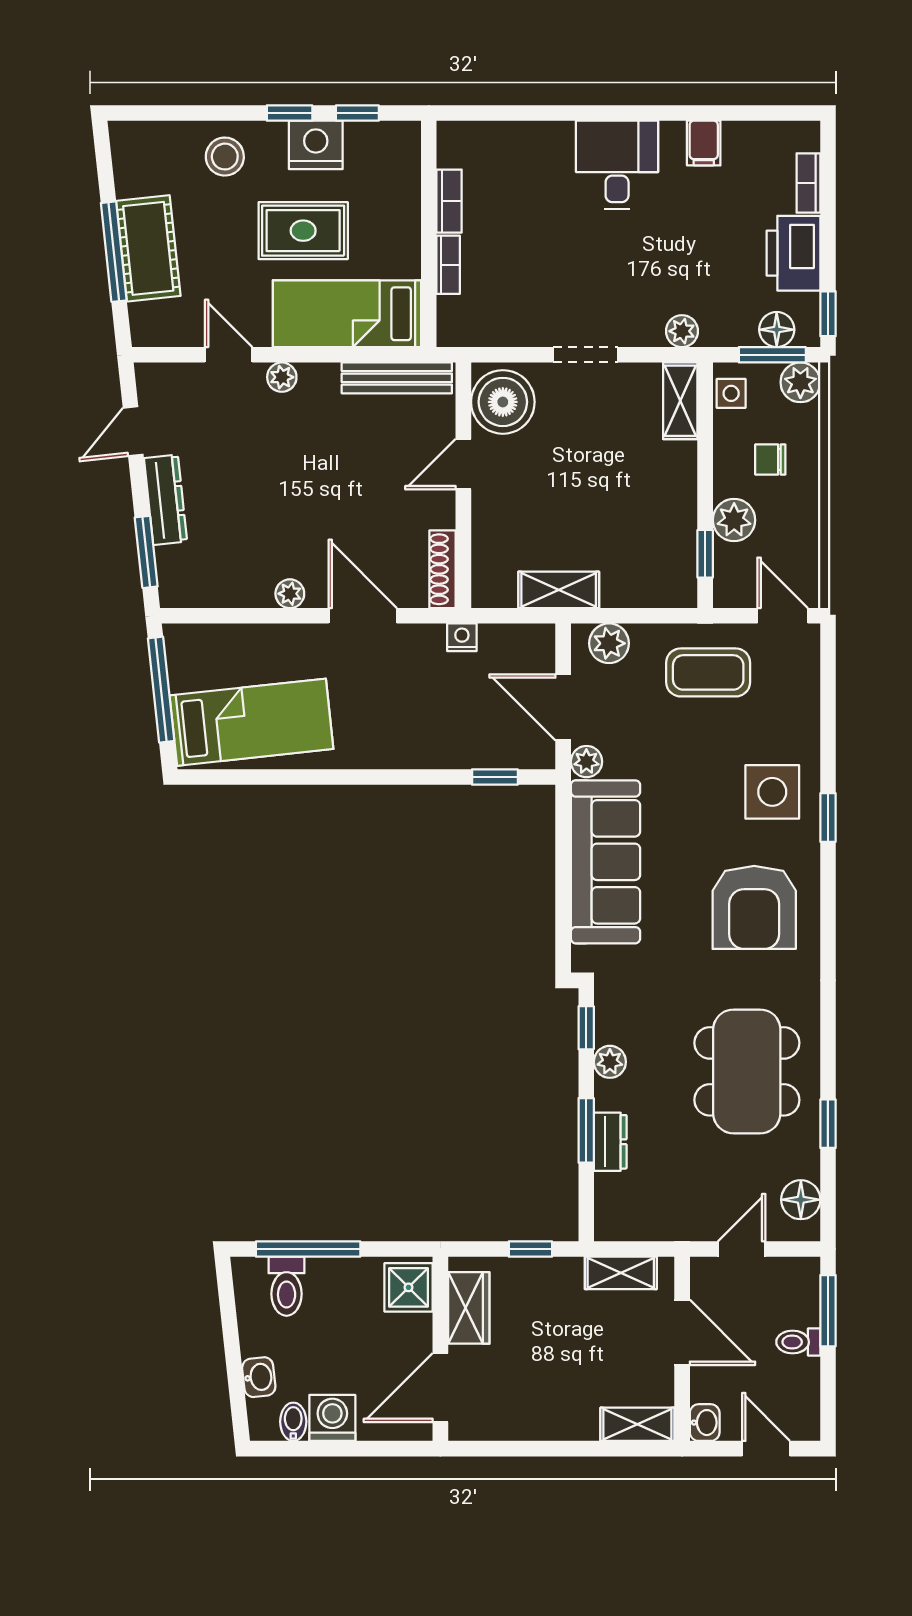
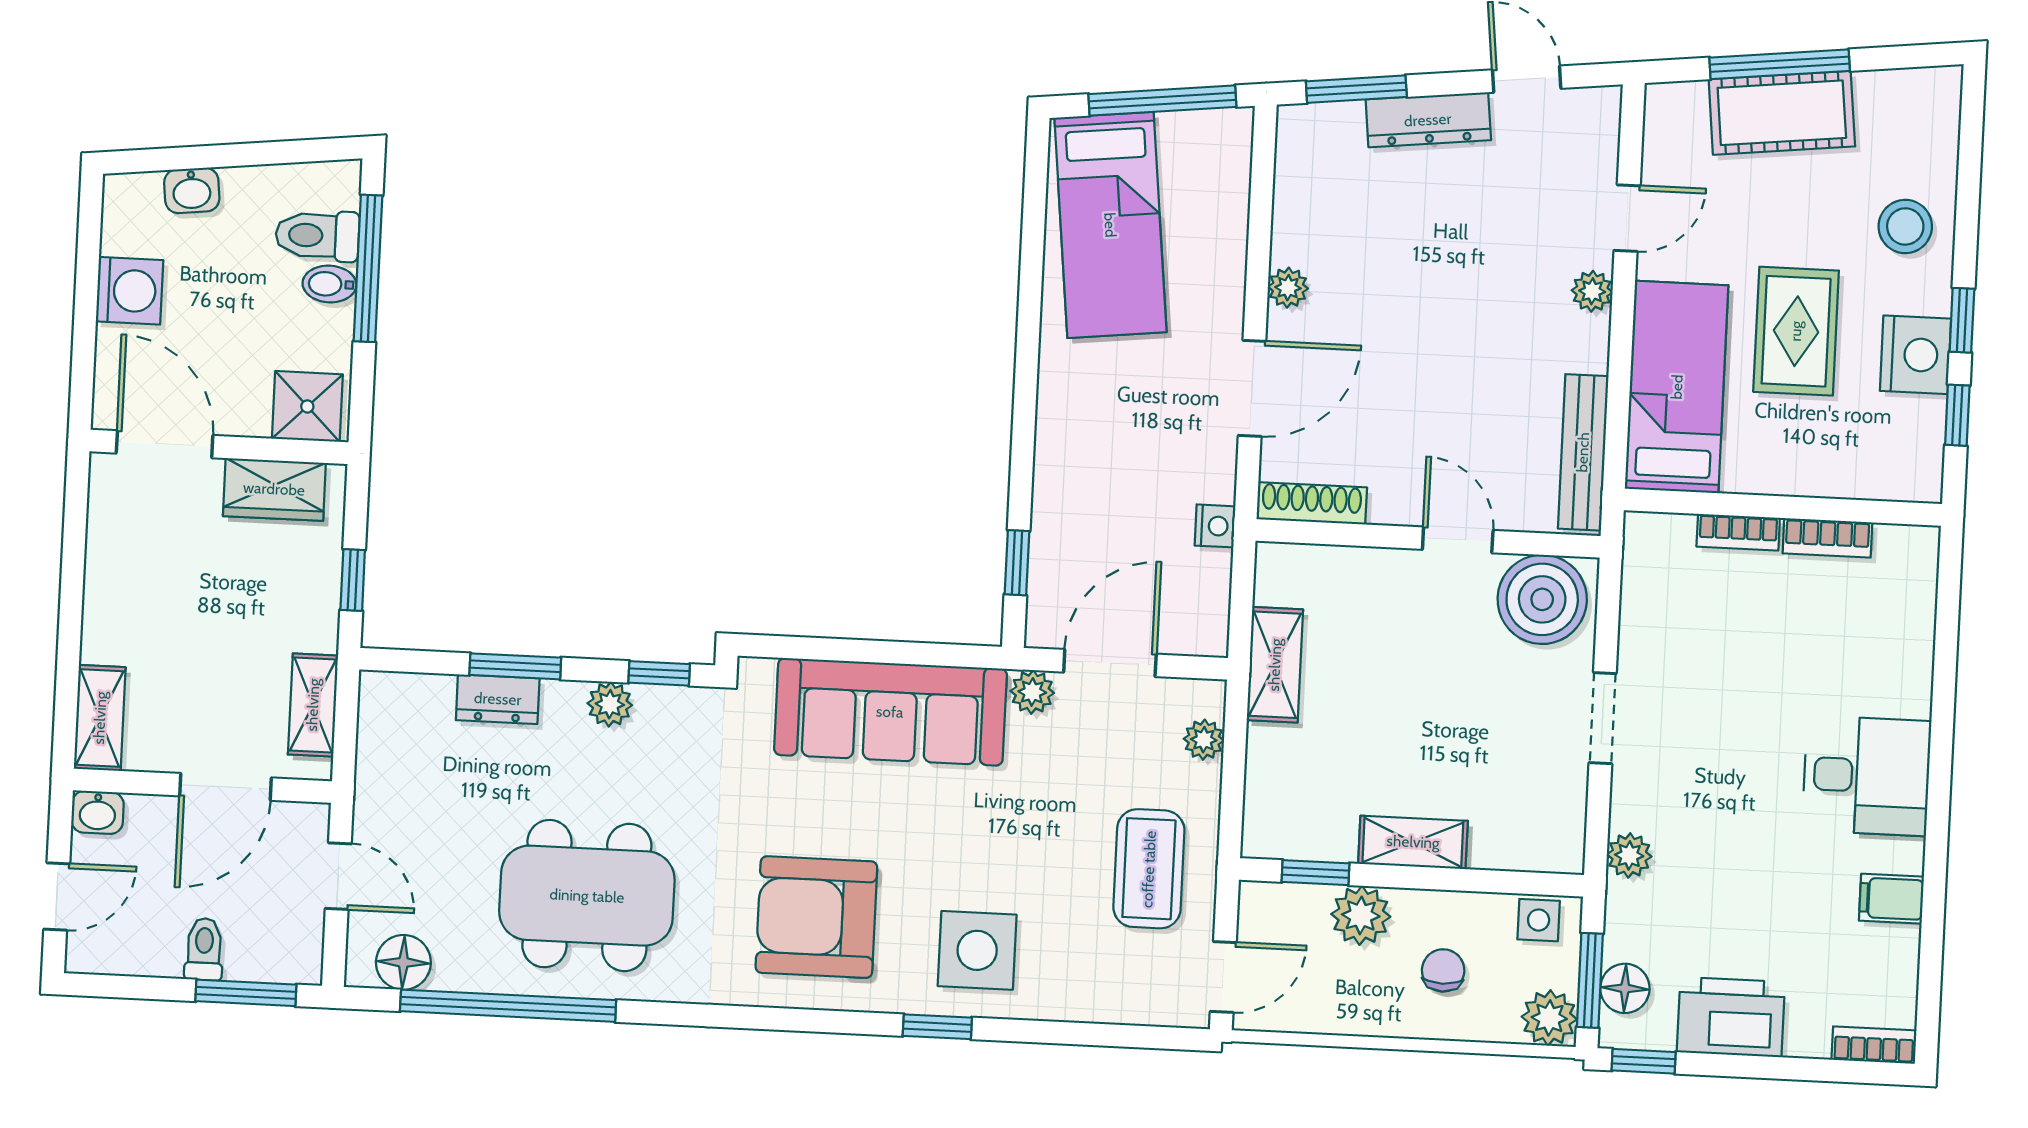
bookcase: (808, 183) -> (1874, 1045), moved
shelving: (680, 401) -> (1413, 842), moved
plant: (609, 643) -> (1204, 740), width x0.73, depth x0.73
window: (828, 1124) -> (508, 1006), width x3.17
bidet: (293, 1422) -> (329, 284), moved, turned 180

